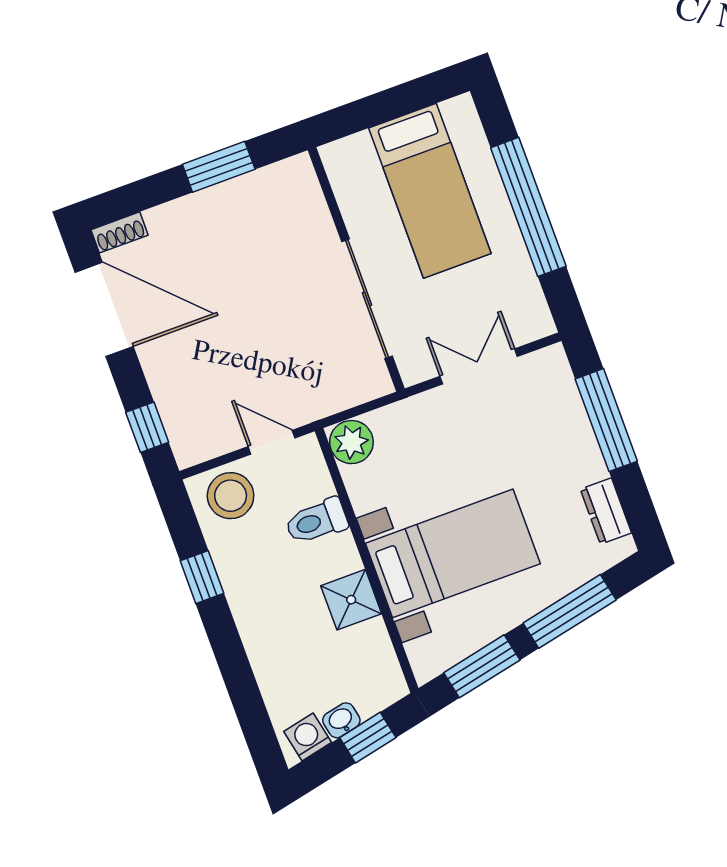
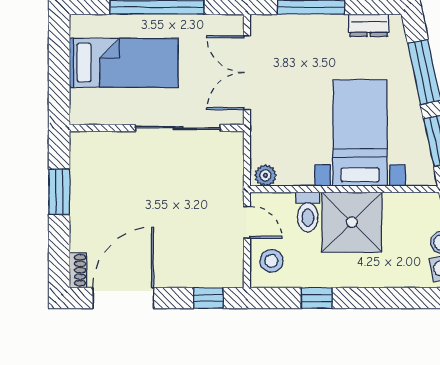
double door: (479, 366) -> (247, 73), width x1.37
door: (272, 442) -> (247, 222), swing flipped
plant: (351, 442) -> (265, 175), width x0.73, depth x0.73
stool: (231, 496) -> (271, 261), width x0.73, depth x0.73
shower: (351, 600) -> (352, 222), width x1.86, depth x1.86

